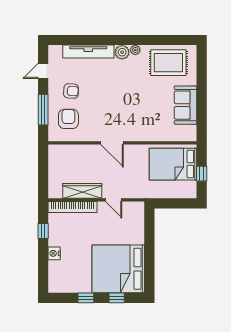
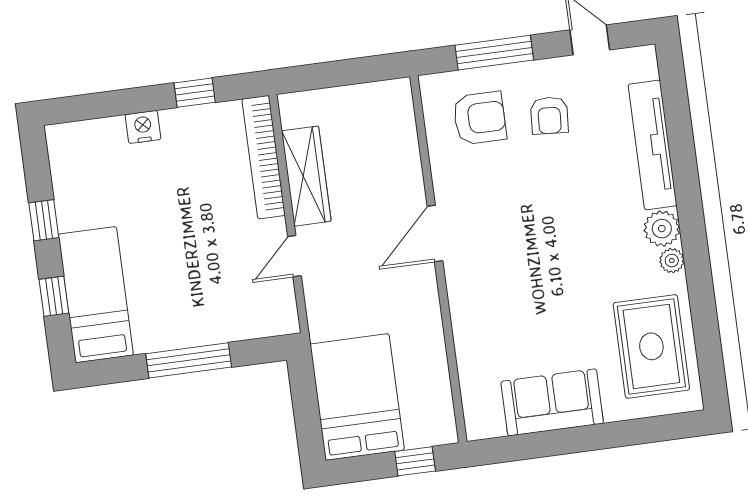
bed: (173, 164) -> (357, 397), moved
window: (202, 174) -> (415, 461), moved
window: (149, 248) -> (189, 360), added
bed: (118, 269) -> (96, 295), width x0.49

